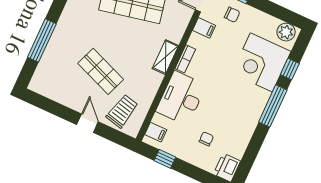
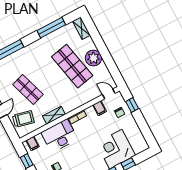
plant: (286, 32) -> (141, 143), removed
shelving: (165, 57) -> (54, 115), moved
shop shelf: (101, 71) -> (28, 90), turned -39

